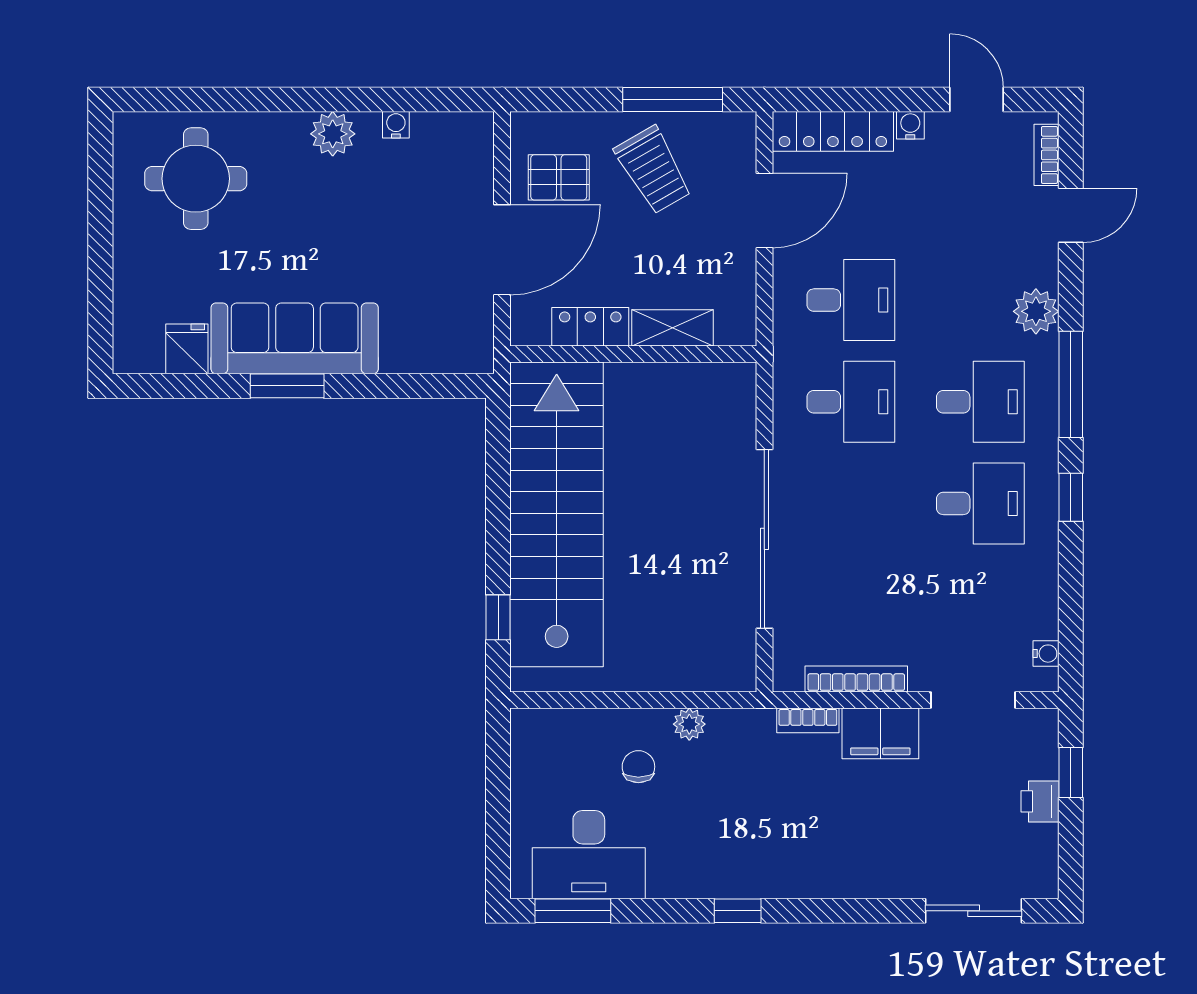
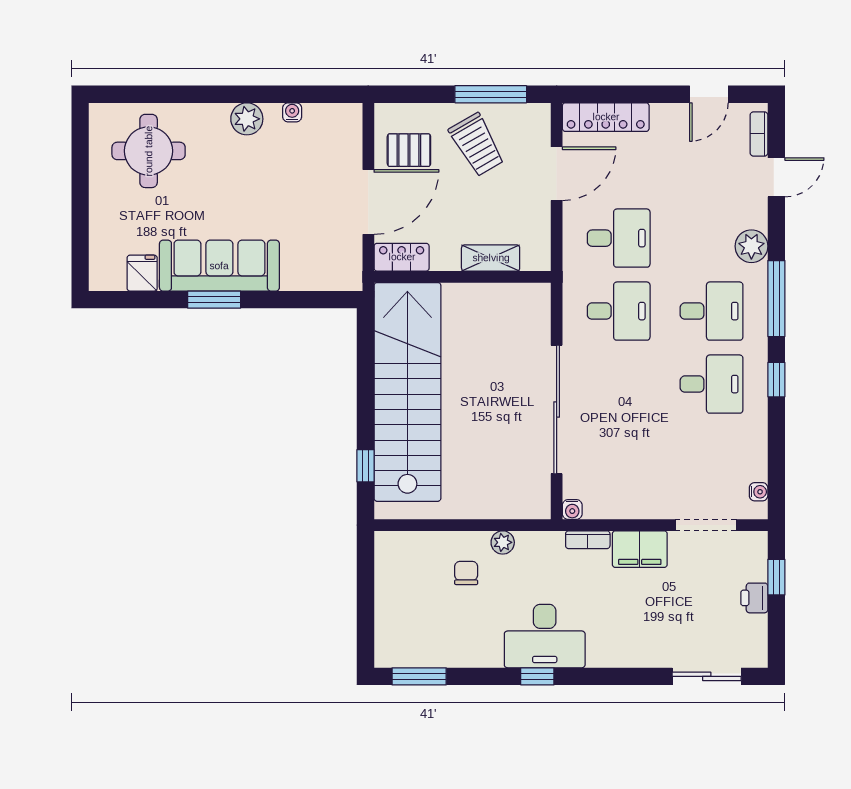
door: (977, 100) -> (709, 94), swing flipped
water cooler: (910, 125) -> (572, 509), moved, turned 180
locker: (590, 327) -> (402, 257), moved
bookcase: (856, 679) -> (622, 510), removed
desk: (589, 855) -> (545, 636), moved

